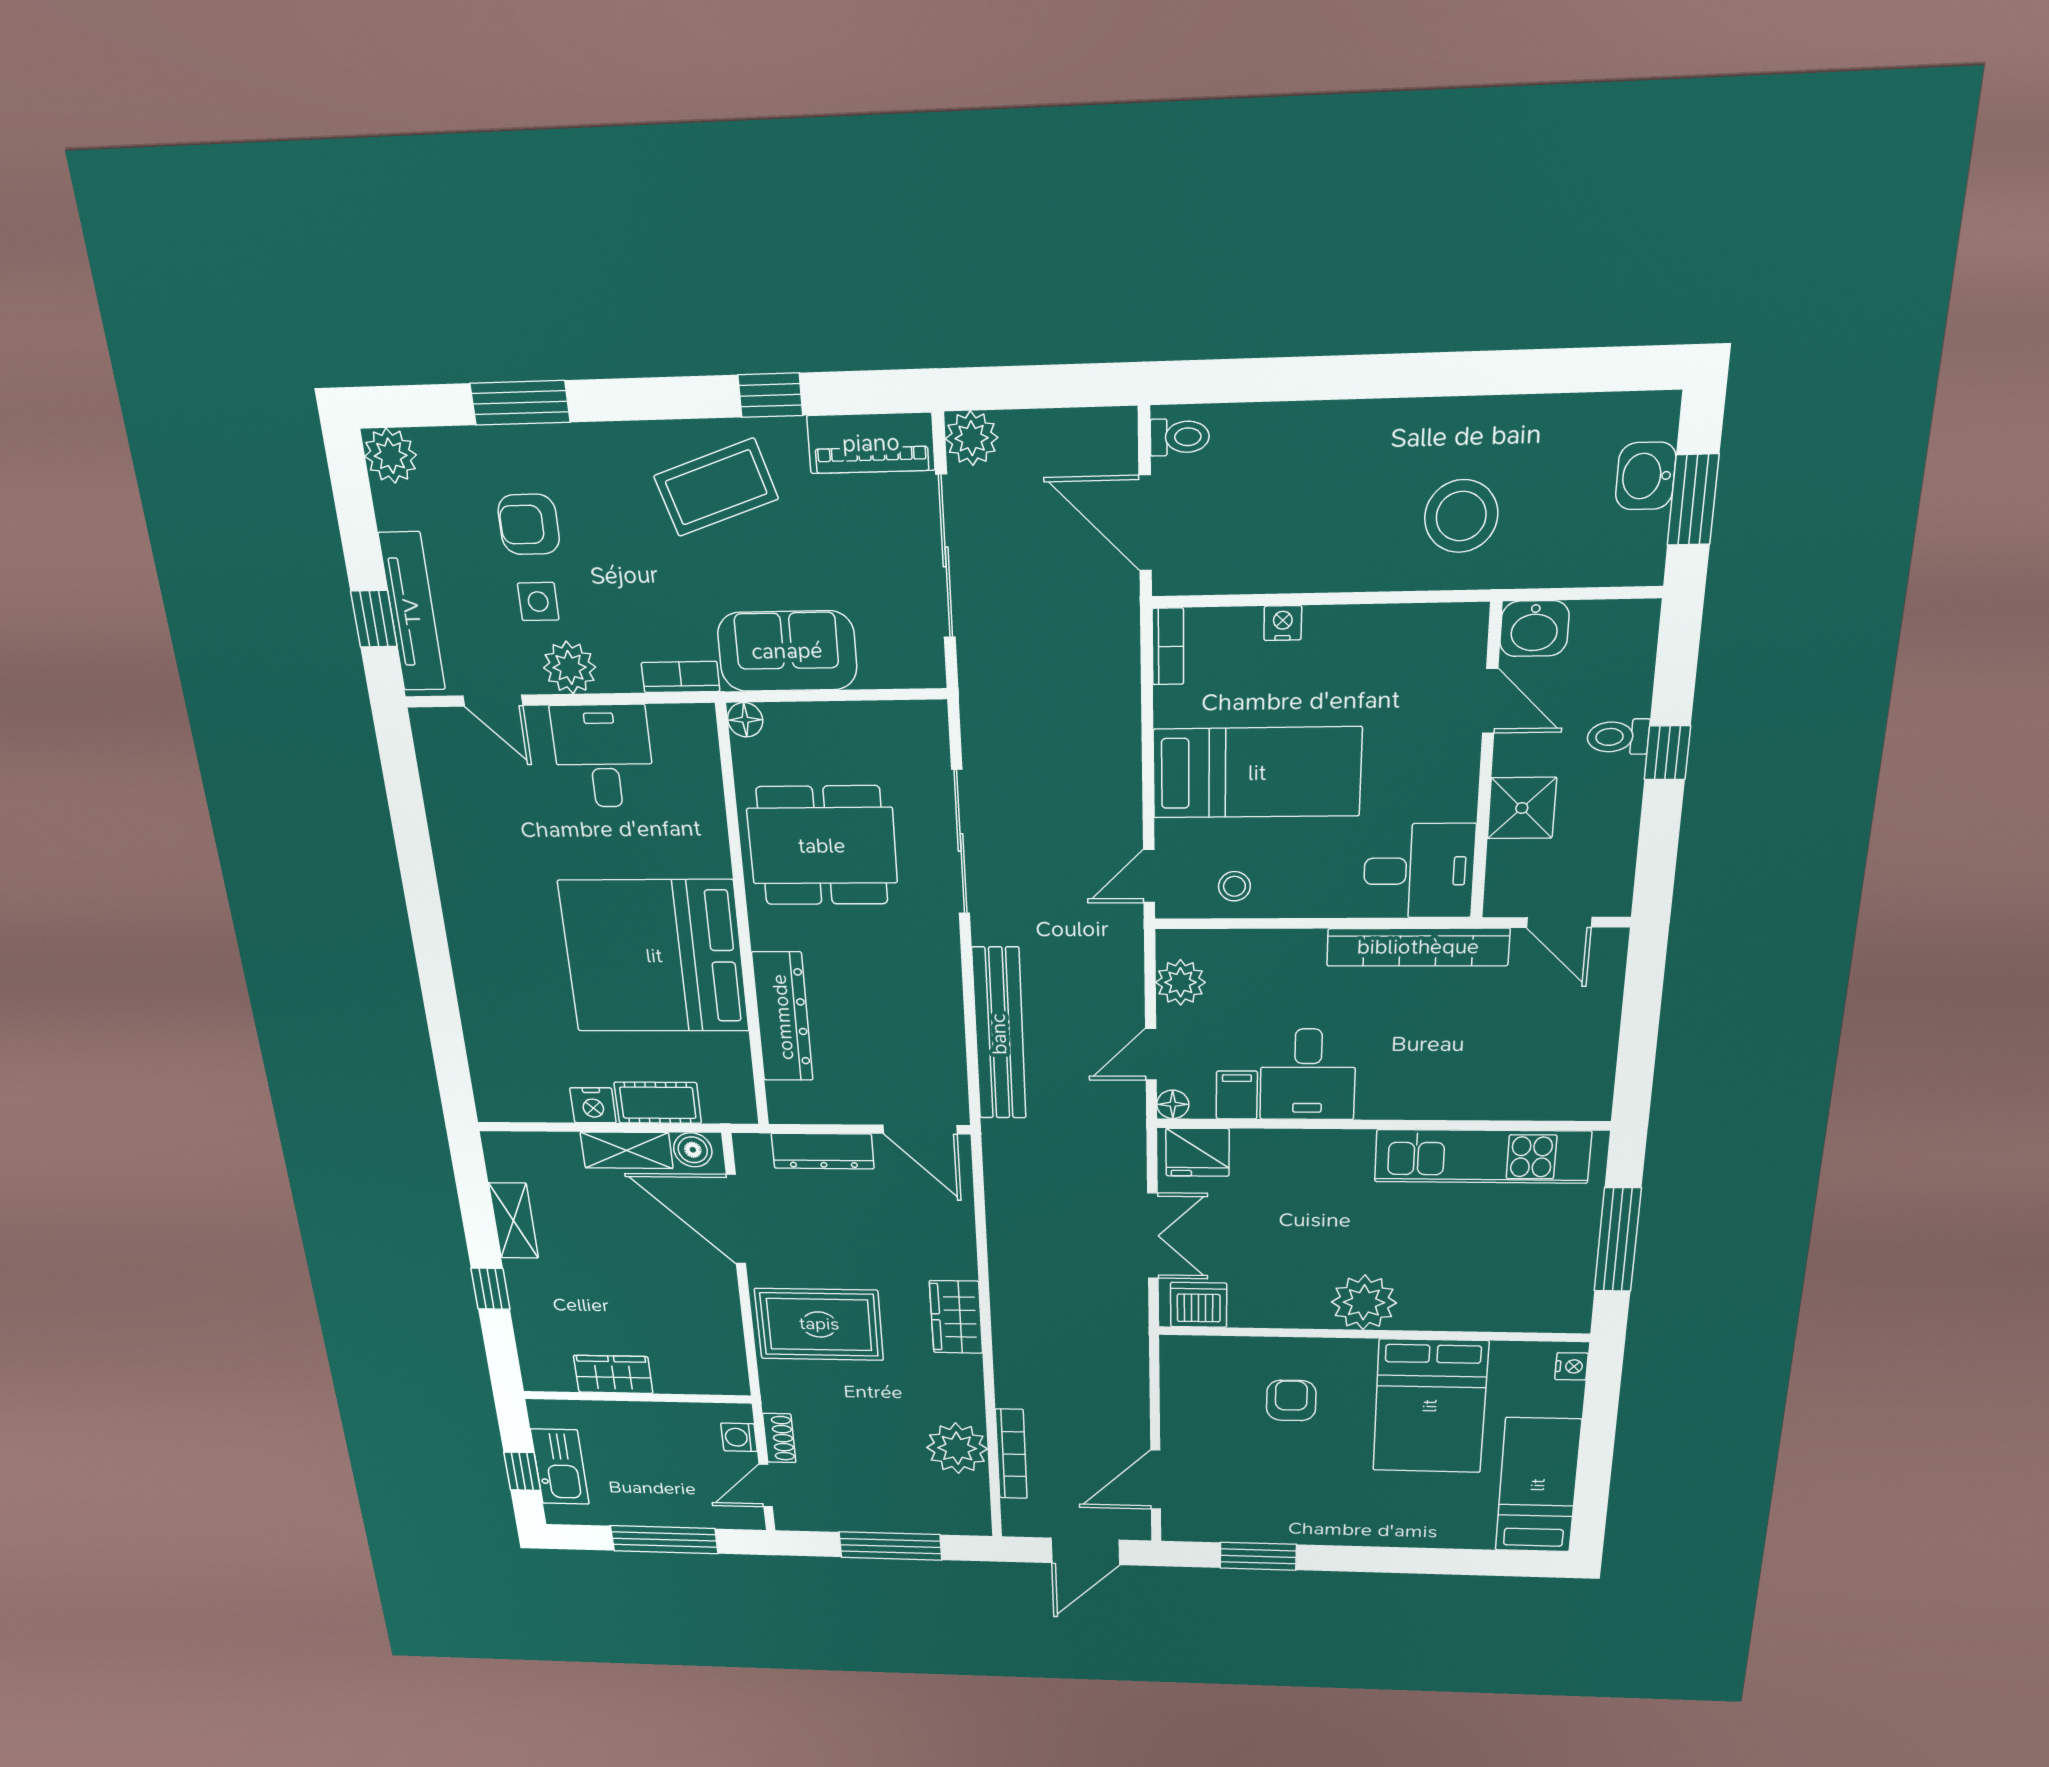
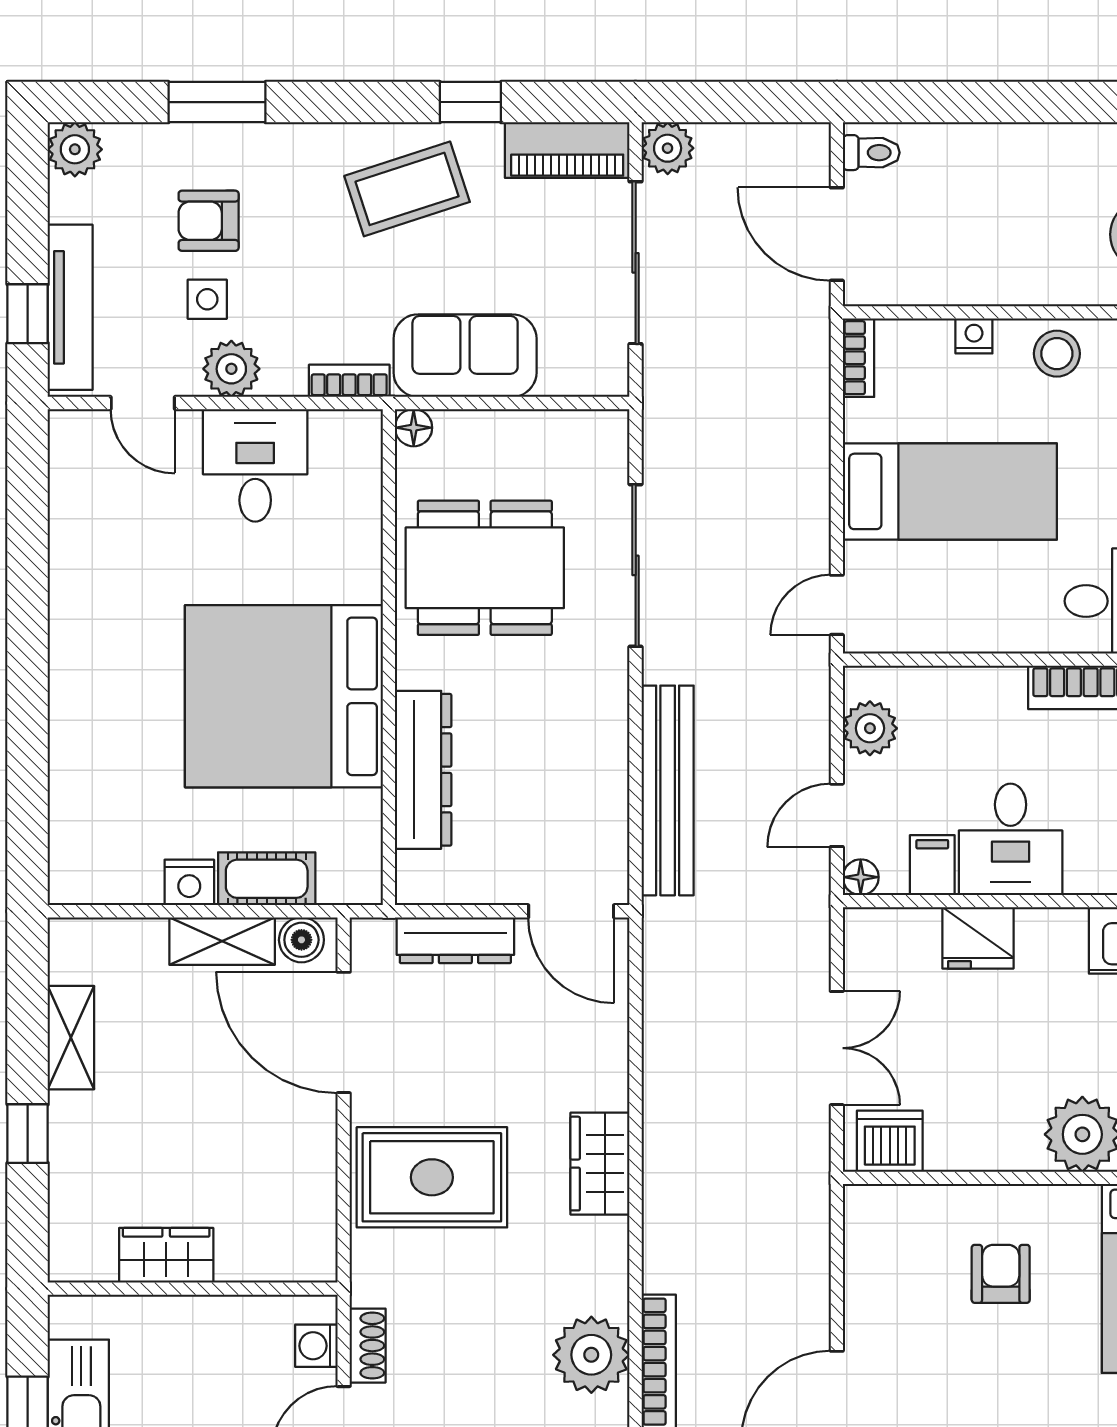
stool: (1234, 886) -> (1057, 354), moved, width x1.37, depth x1.37
fridge: (1198, 1152) -> (978, 938), moved

